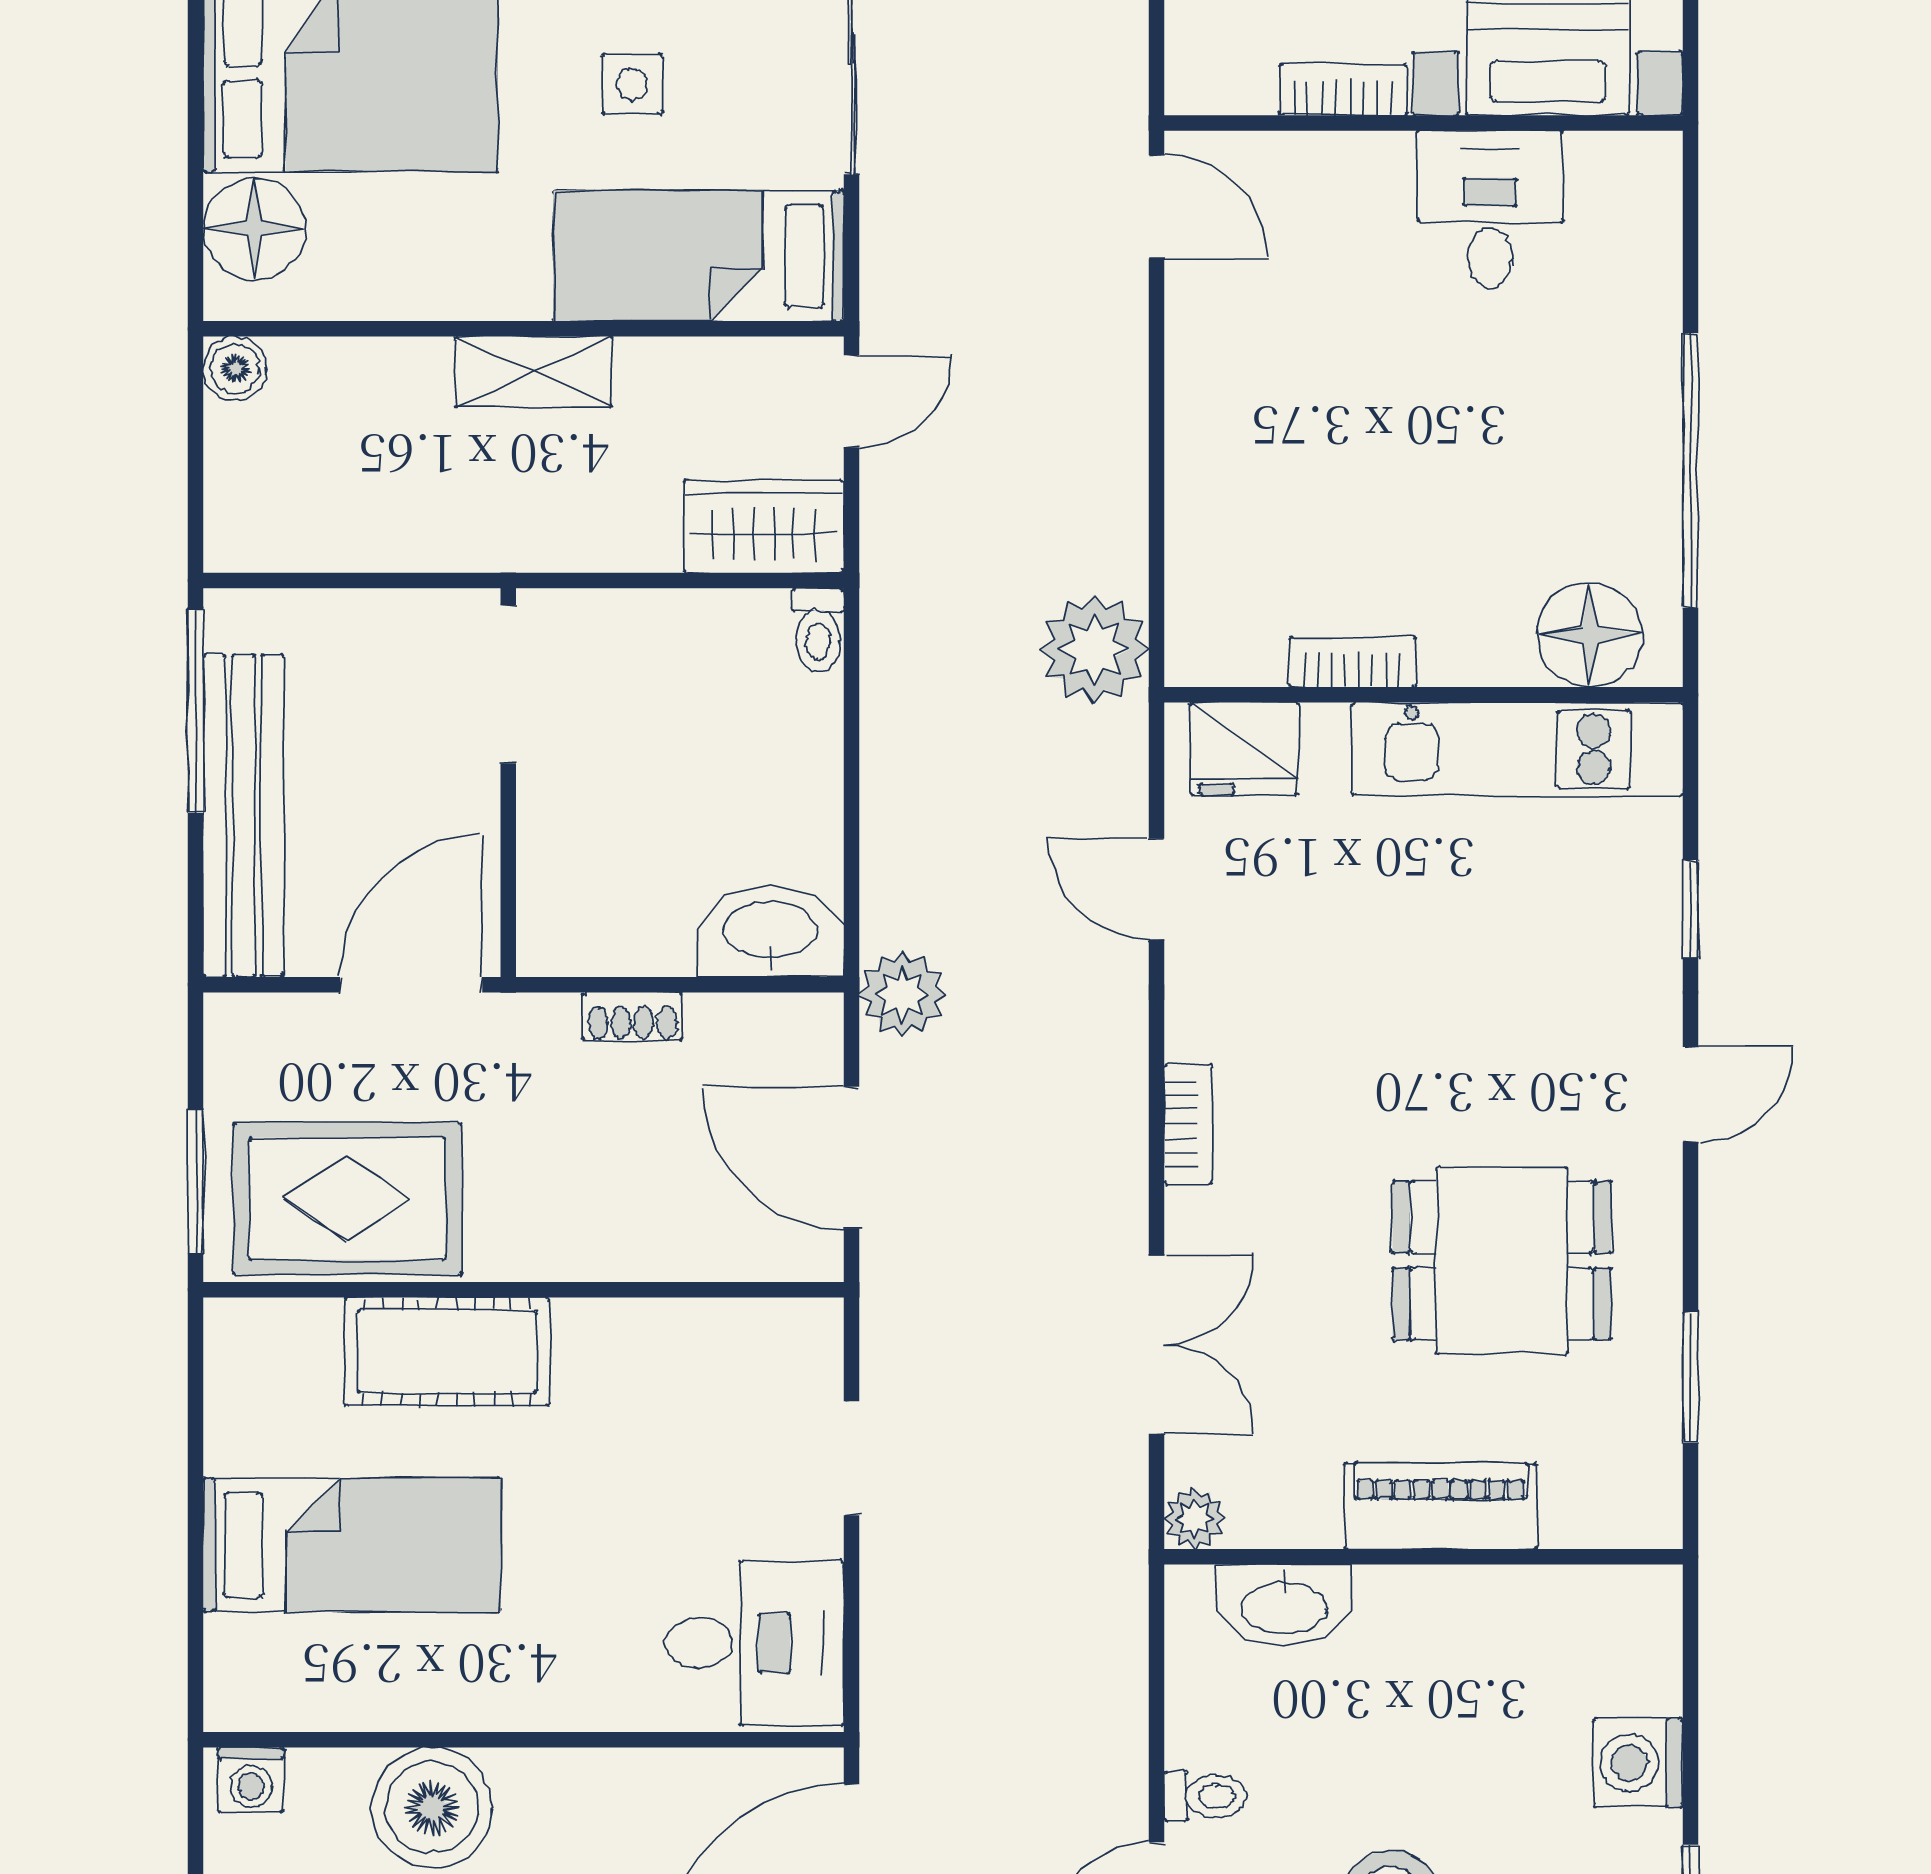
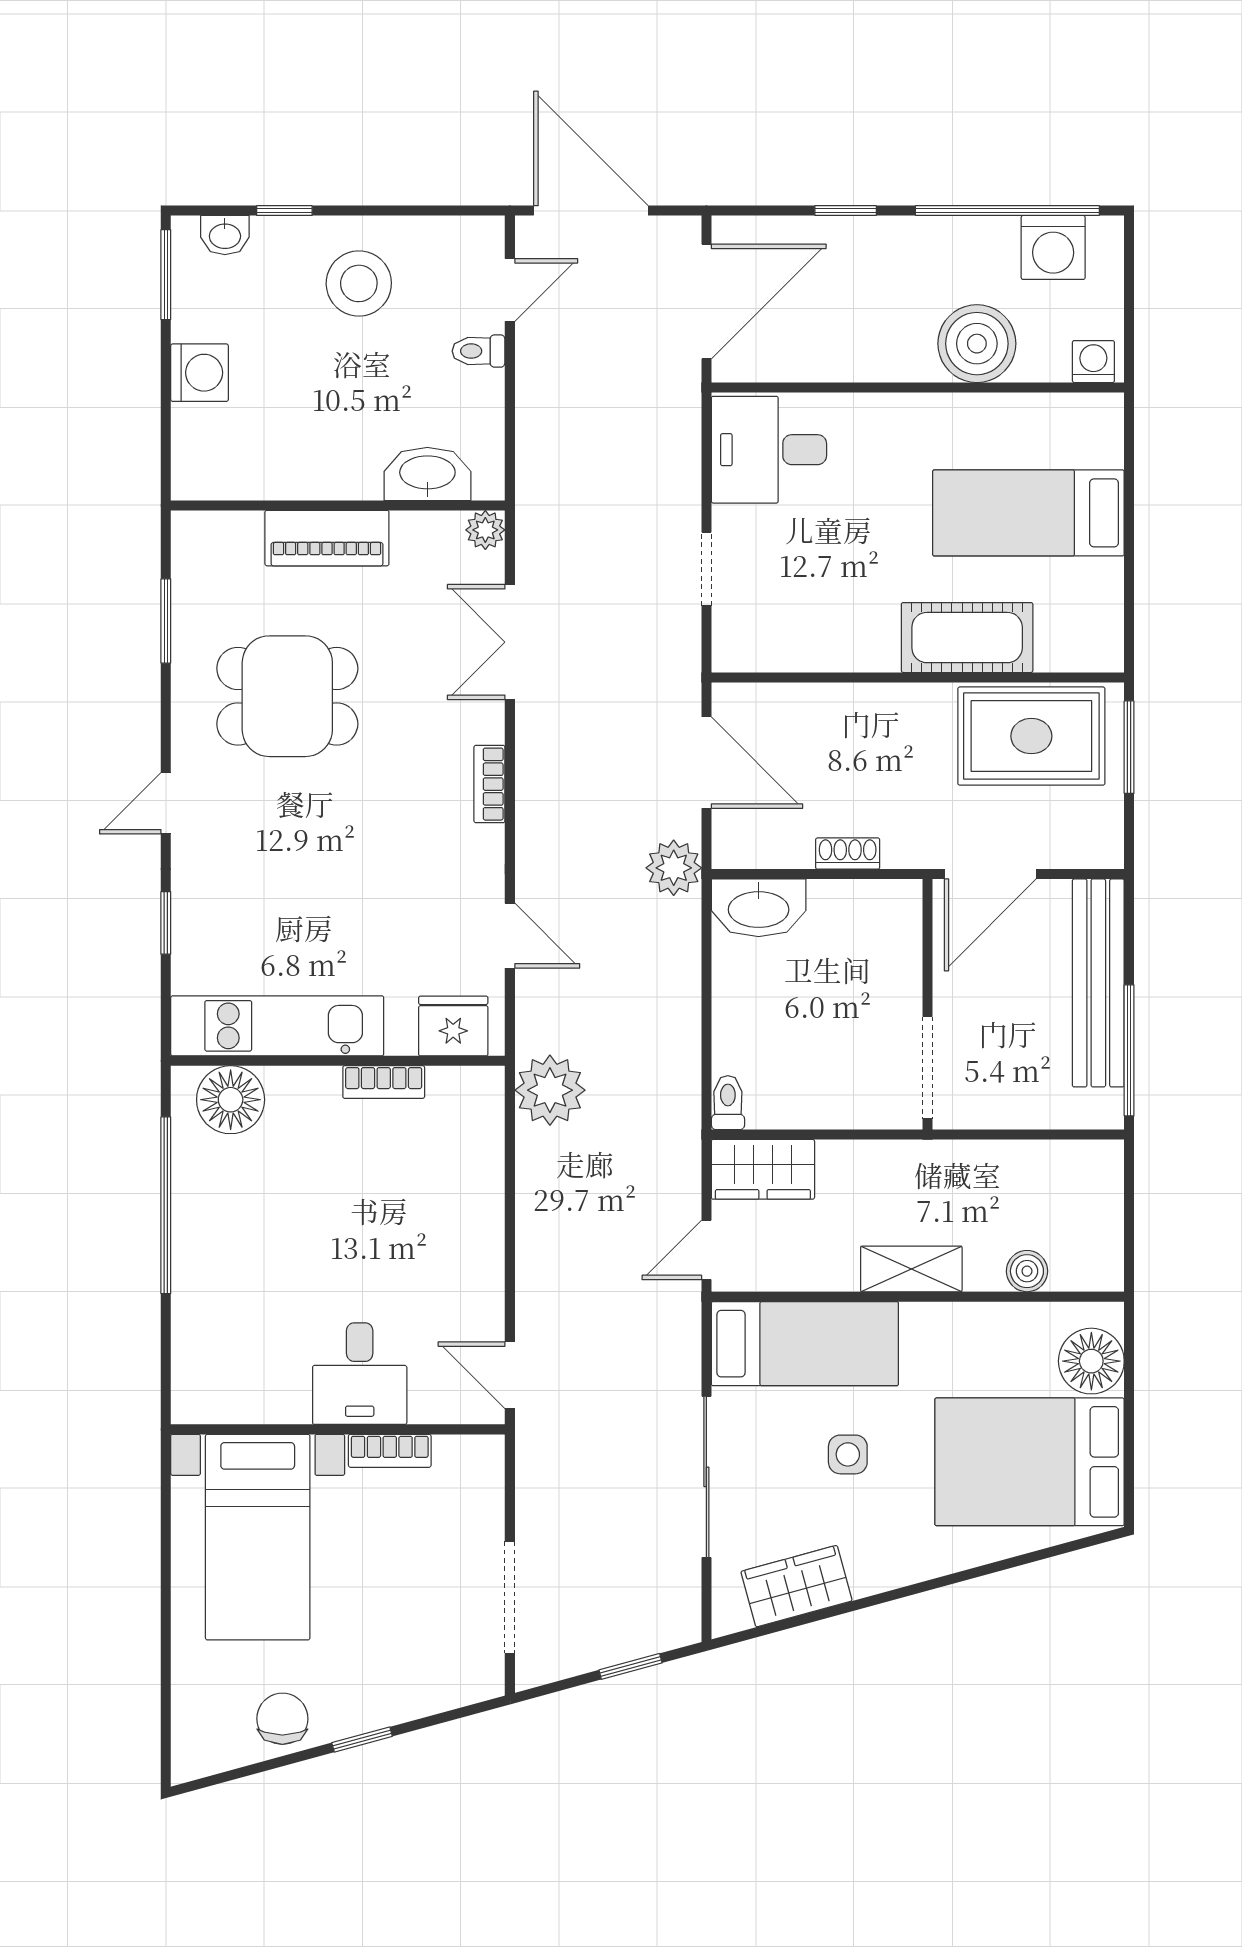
desk: (1490, 209) -> (360, 1374), moved
boiler: (235, 368) -> (1027, 1271), moved

